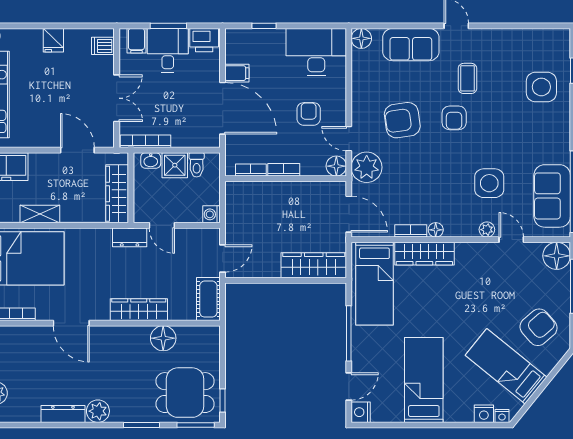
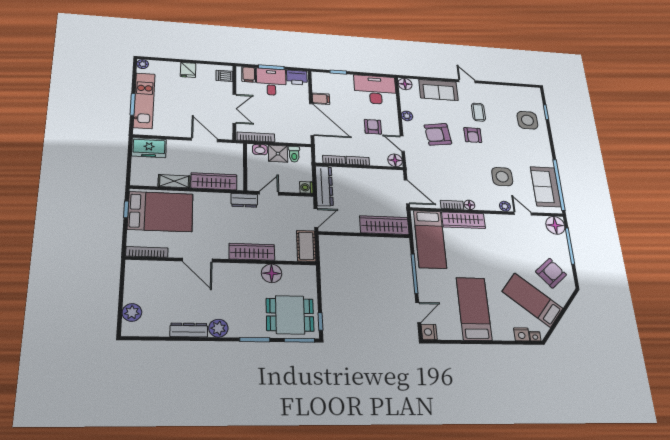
plant: (367, 167) -> (407, 116), moved, width x0.53, depth x0.53
wardrobe: (117, 194) -> (214, 181), moved, turned 90
dresser: (236, 211) -> (324, 186), added
door: (162, 225) -> (269, 193), swing flipped

